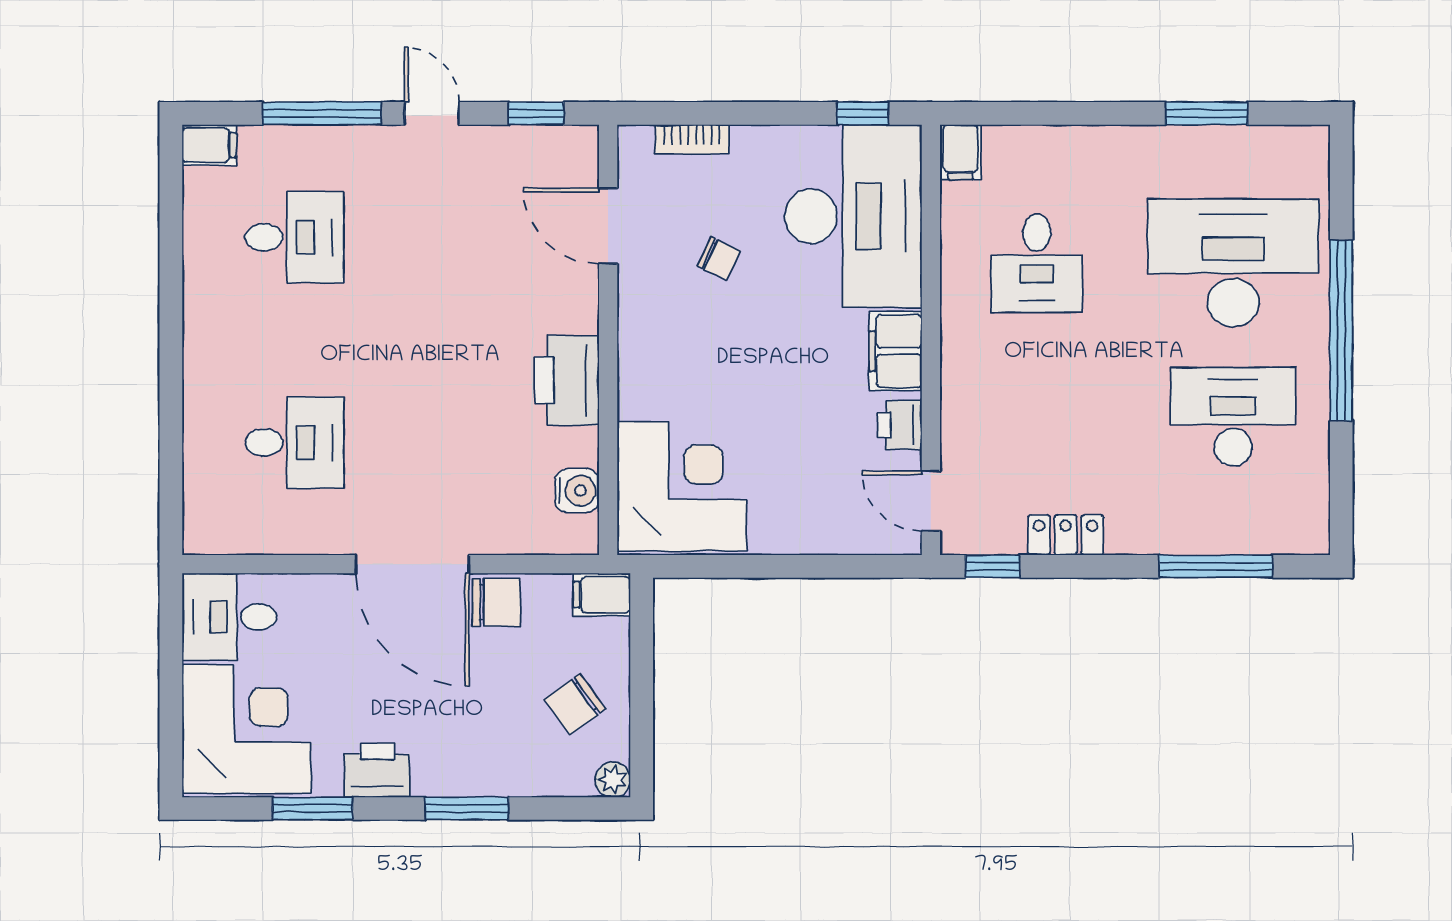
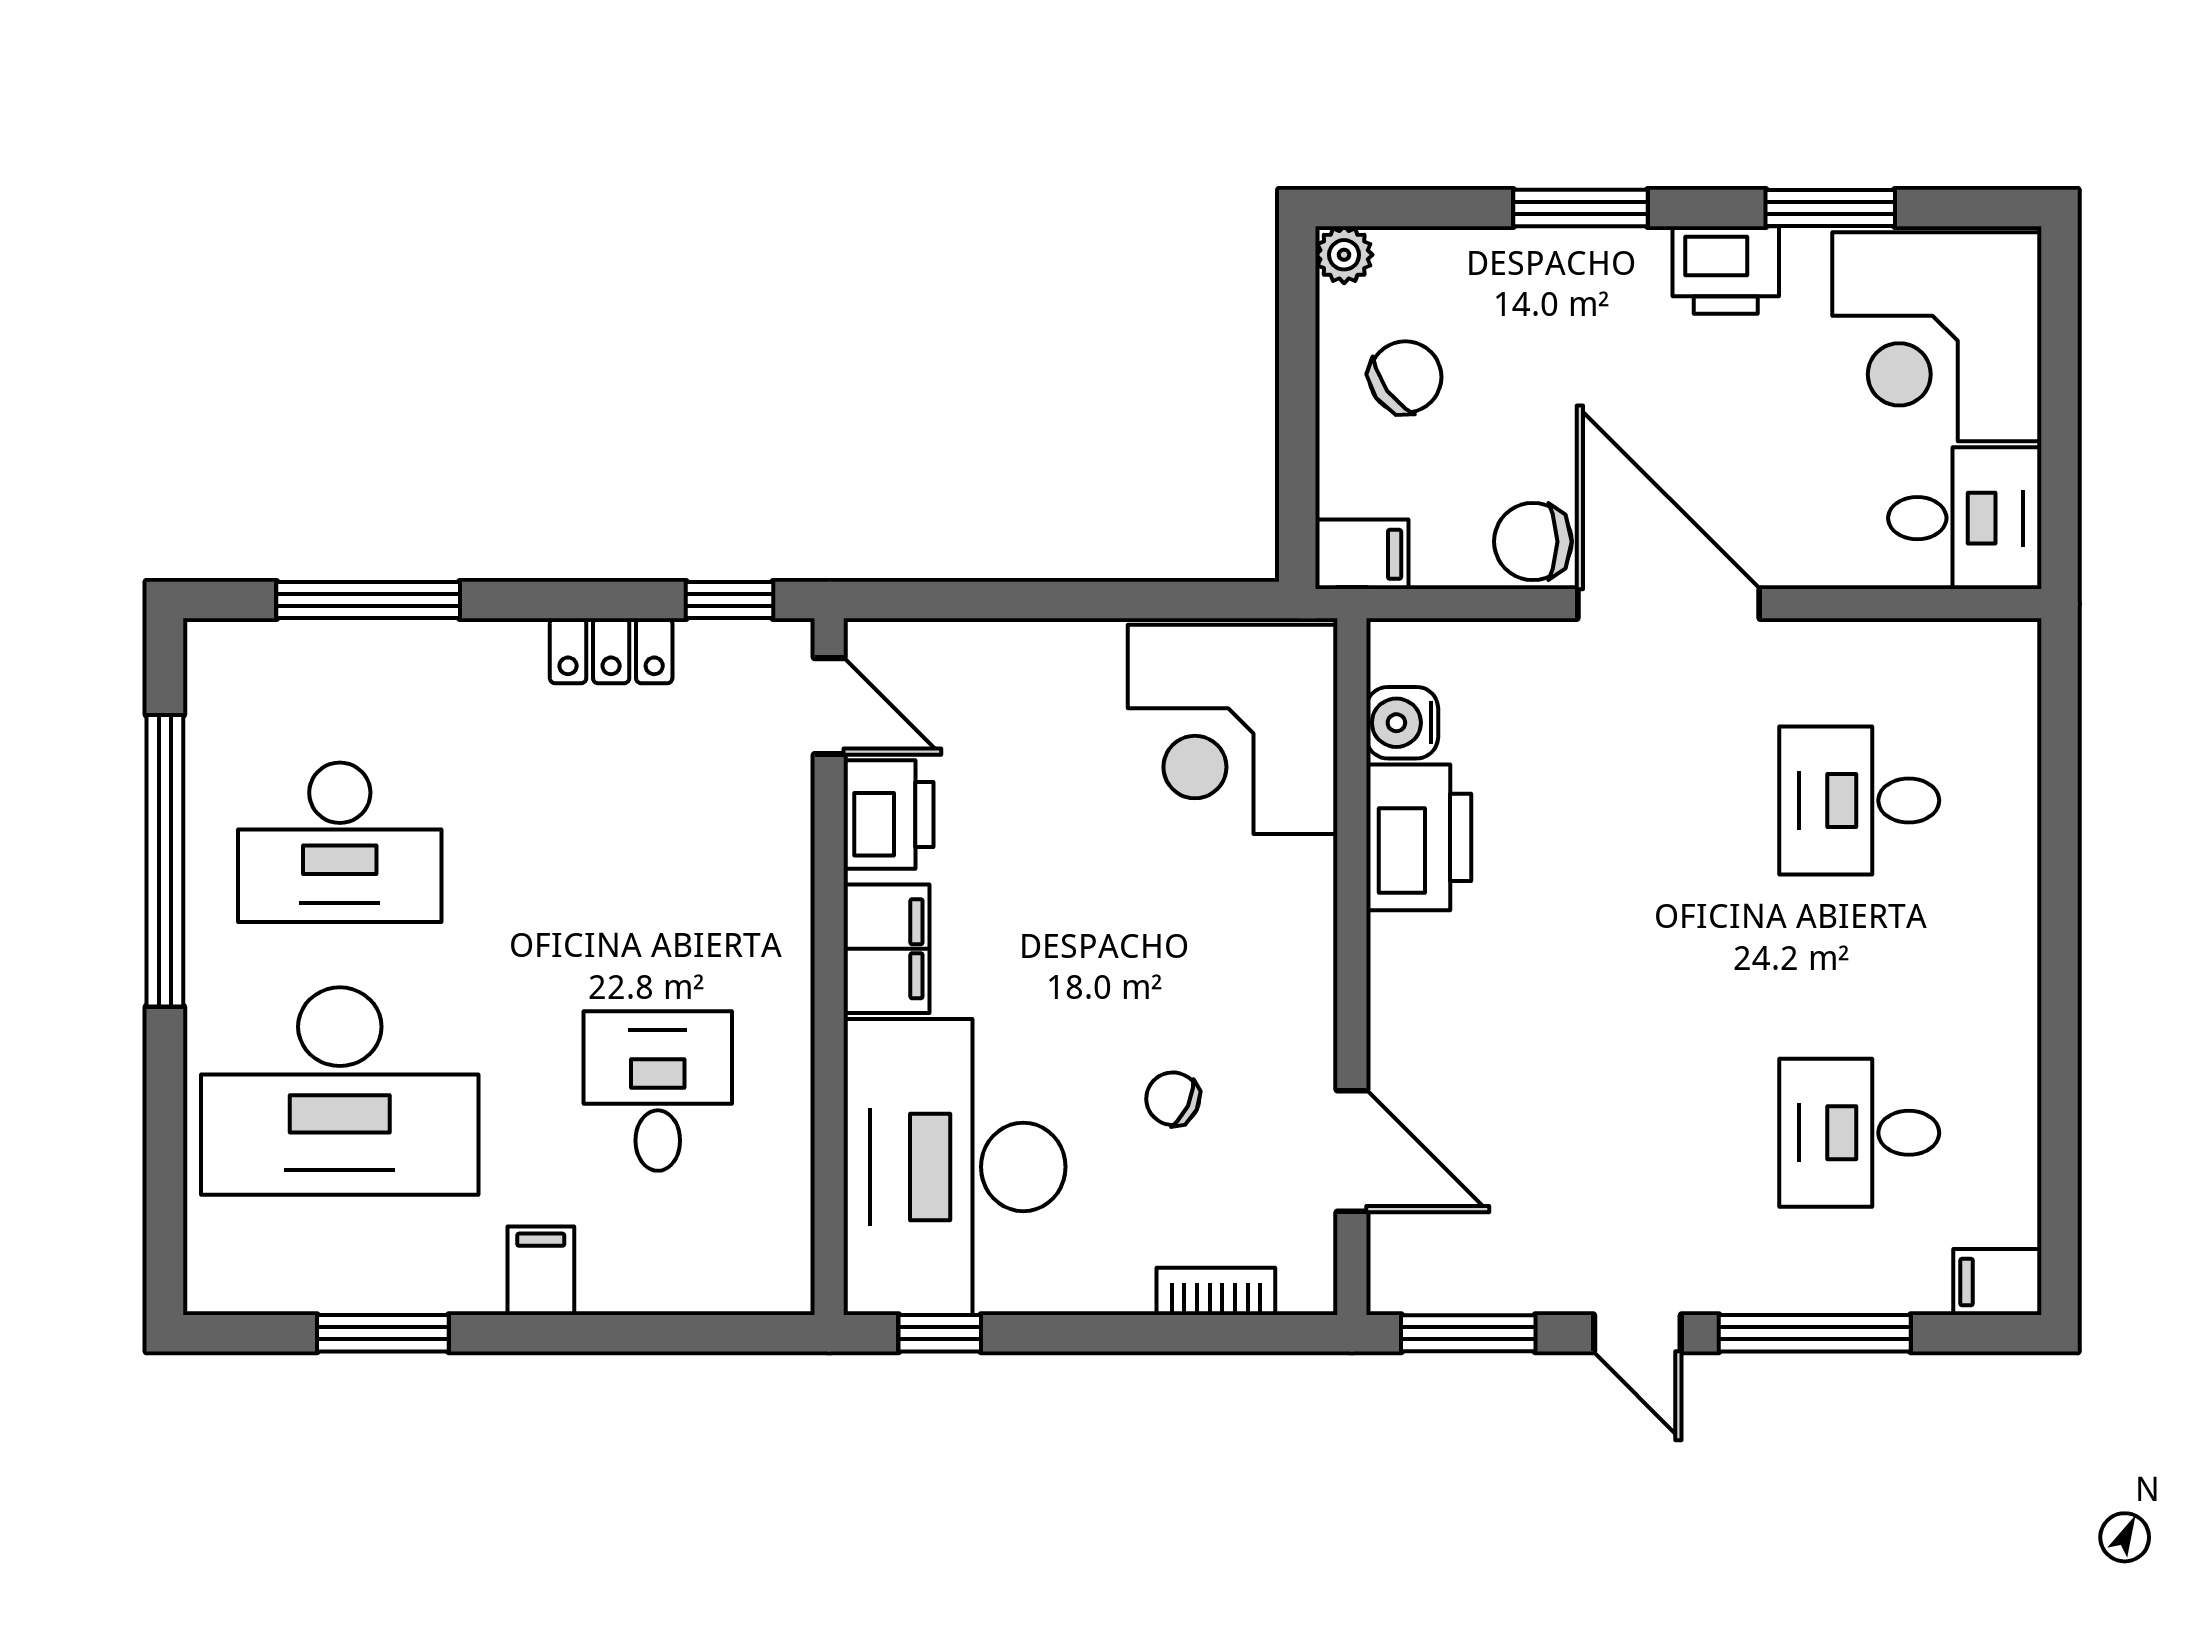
window: (536, 113) -> (1468, 1333), width x1.50
filing cabinet: (960, 152) -> (541, 1271), moved
window: (1341, 330) -> (165, 861), moved
printer: (567, 380) -> (1419, 837), moved
printer: (900, 425) -> (888, 814), width x1.36, depth x1.24

